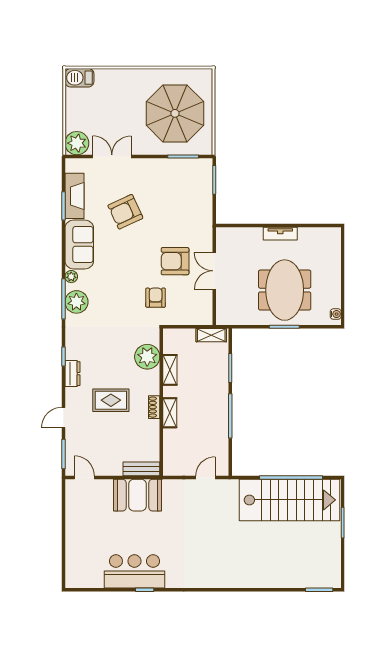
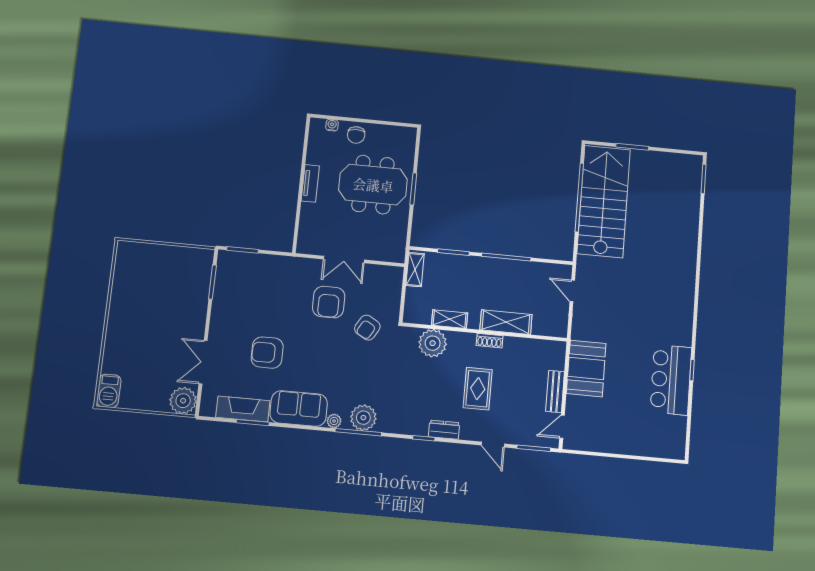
parasol: (175, 113) -> (163, 287), removed
armchair: (125, 212) -> (267, 353), turned 115
chair: (329, 270) -> (356, 135), added
armchair: (156, 298) -> (367, 328), turned -60
water cooler: (336, 314) -> (332, 125), moved
shelving: (170, 413) -> (506, 322), width x1.50, depth x1.33
bench: (141, 469) -> (555, 392), moved

